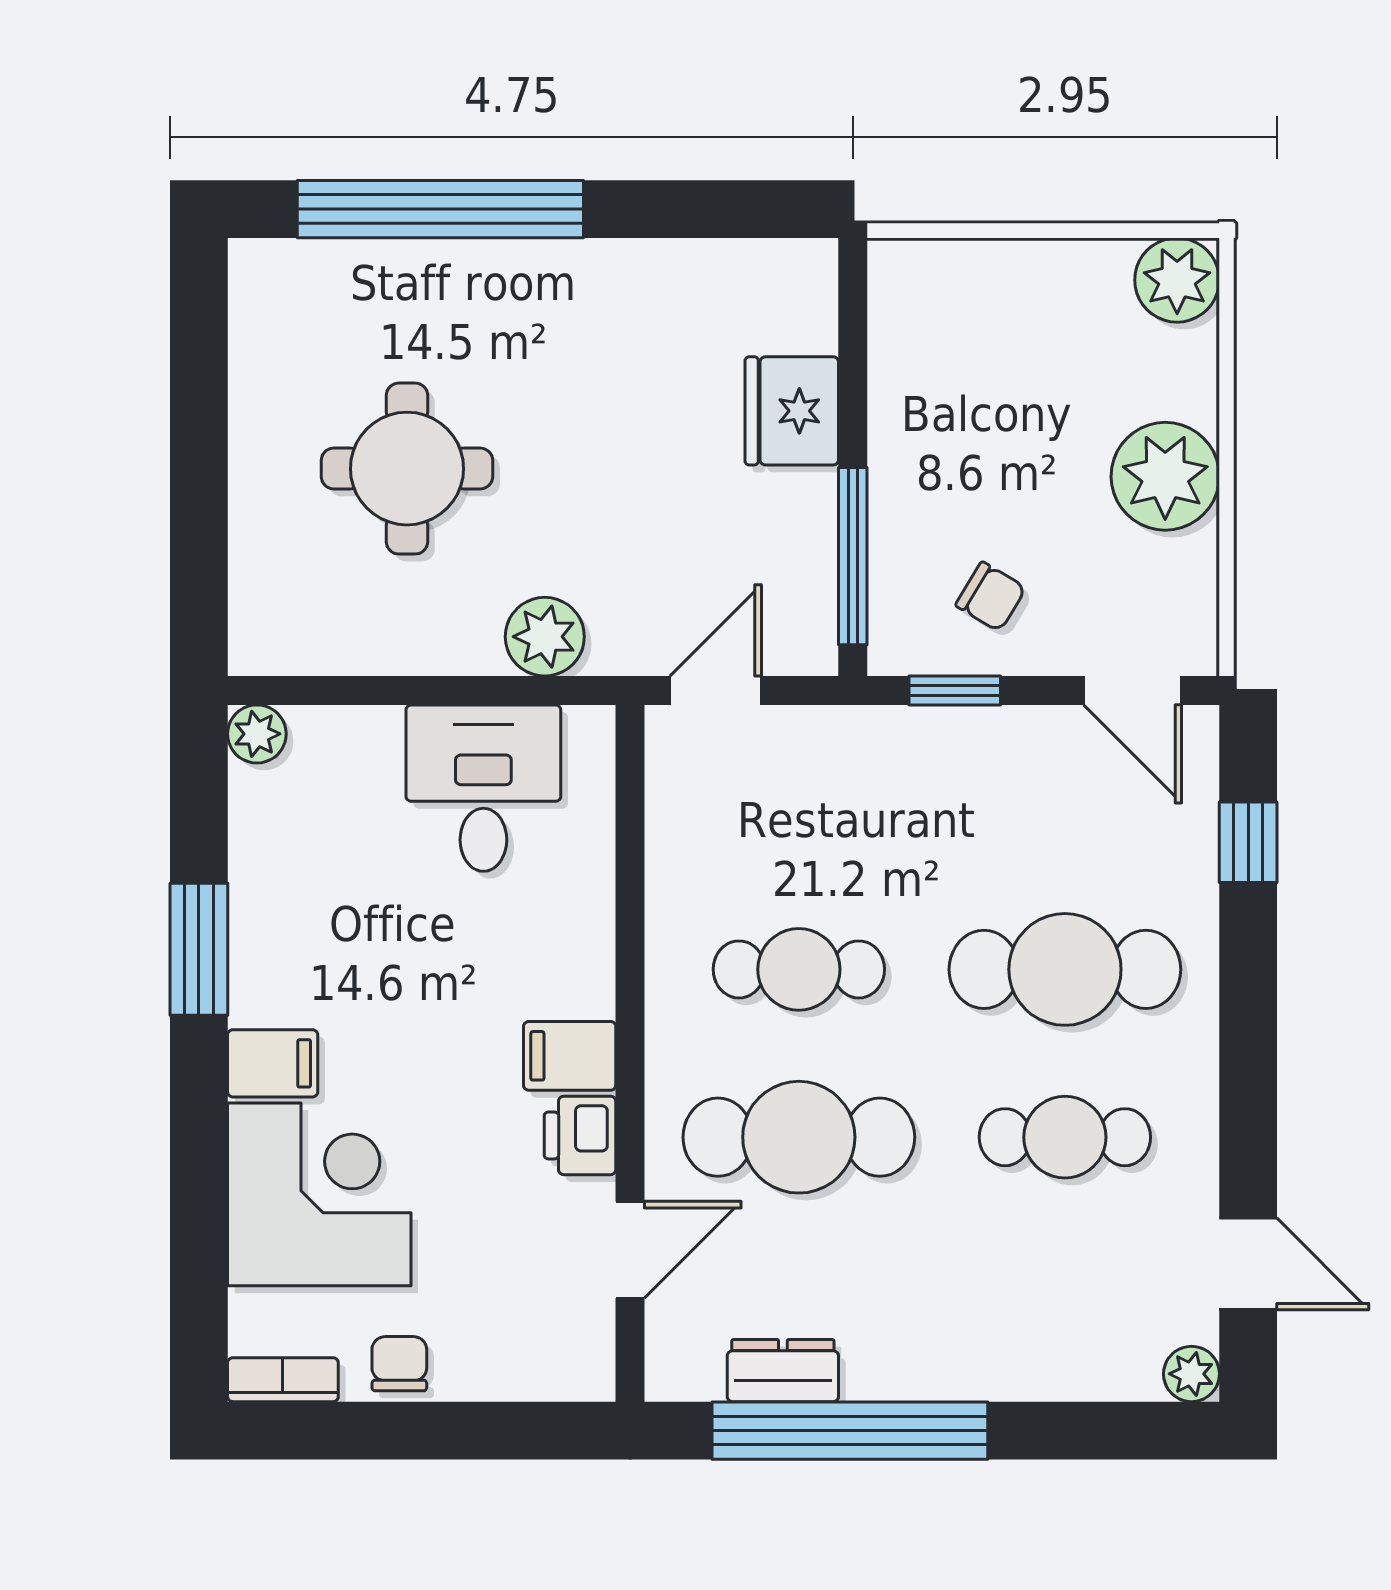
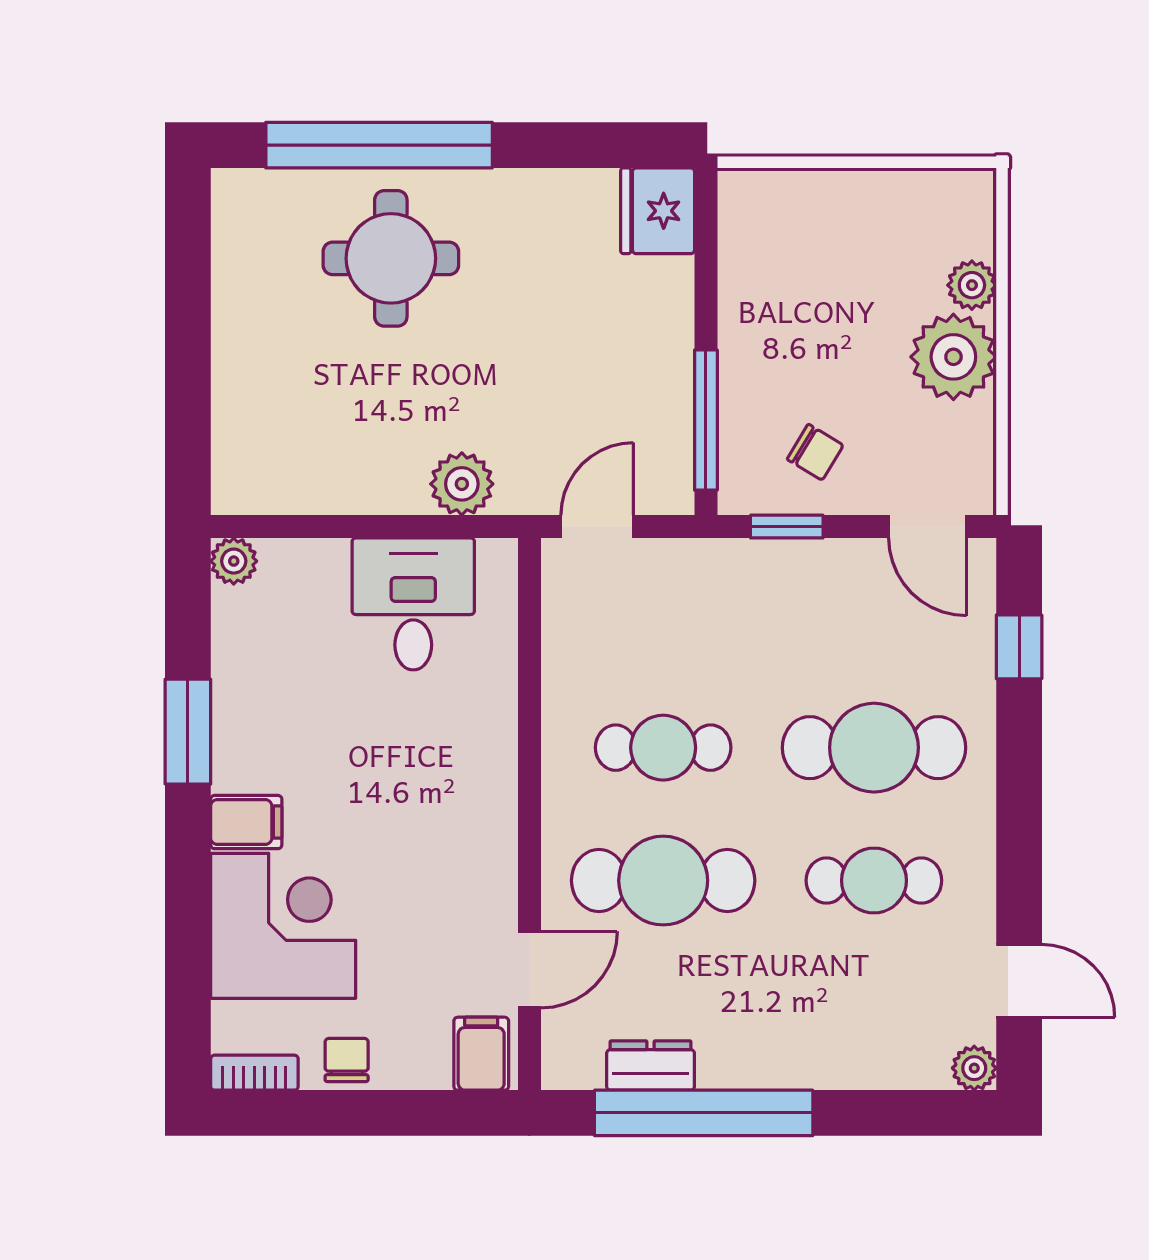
plant: (1177, 280) -> (972, 285), moved, width x0.73, depth x0.73
fridge: (792, 411) -> (658, 211), moved
round table: (407, 469) -> (391, 258), moved
filing cabinet: (570, 1056) -> (481, 1054), moved, turned 90
printer: (580, 1135) -> (490, 879), removed

